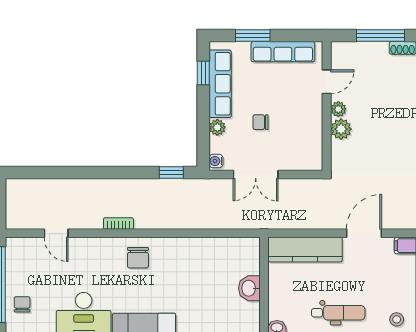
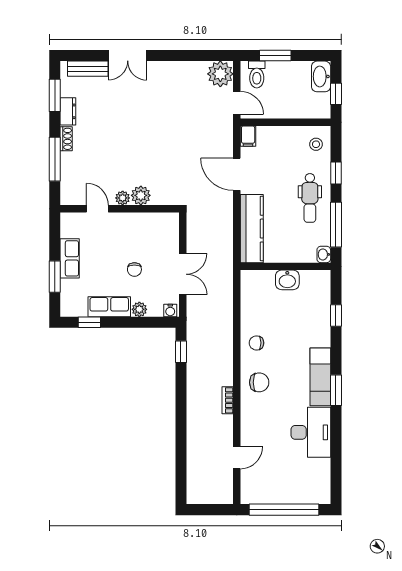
row of seats: (283, 52) -> (70, 258), width x0.68
row of seats: (220, 84) -> (109, 307), width x0.68
chair: (22, 304) -> (256, 343), moved
dental chair: (338, 313) -> (310, 198), turned 180

